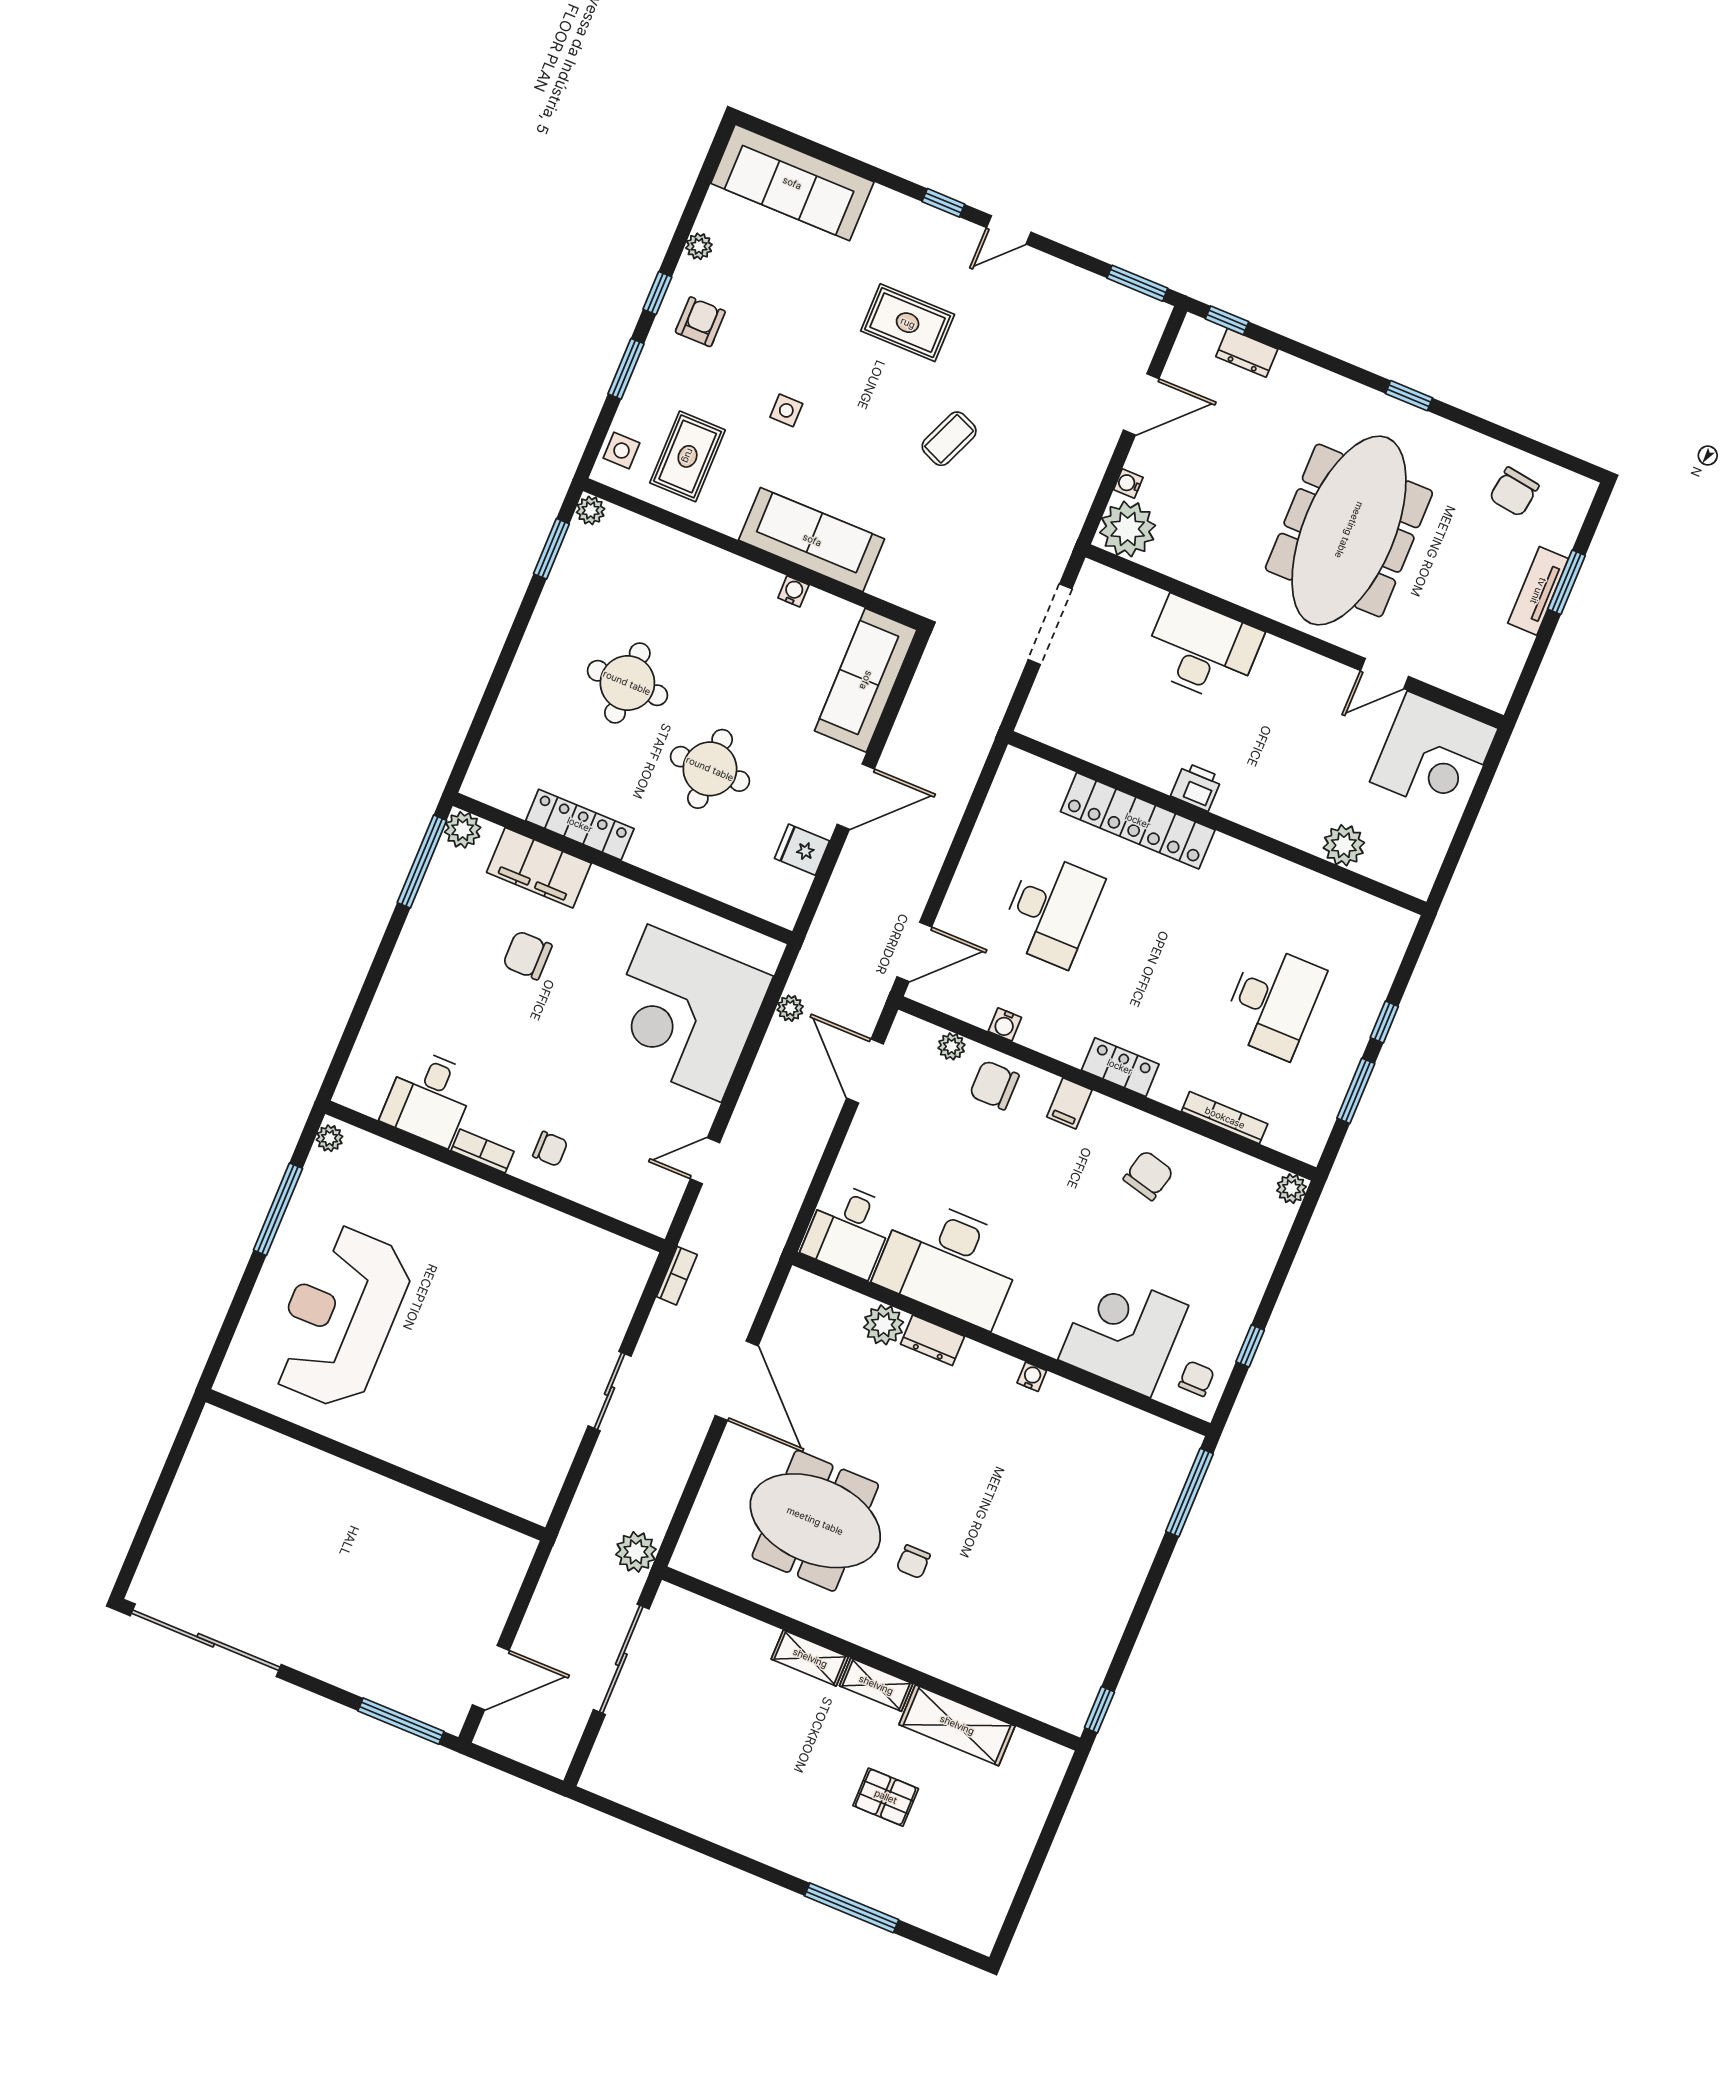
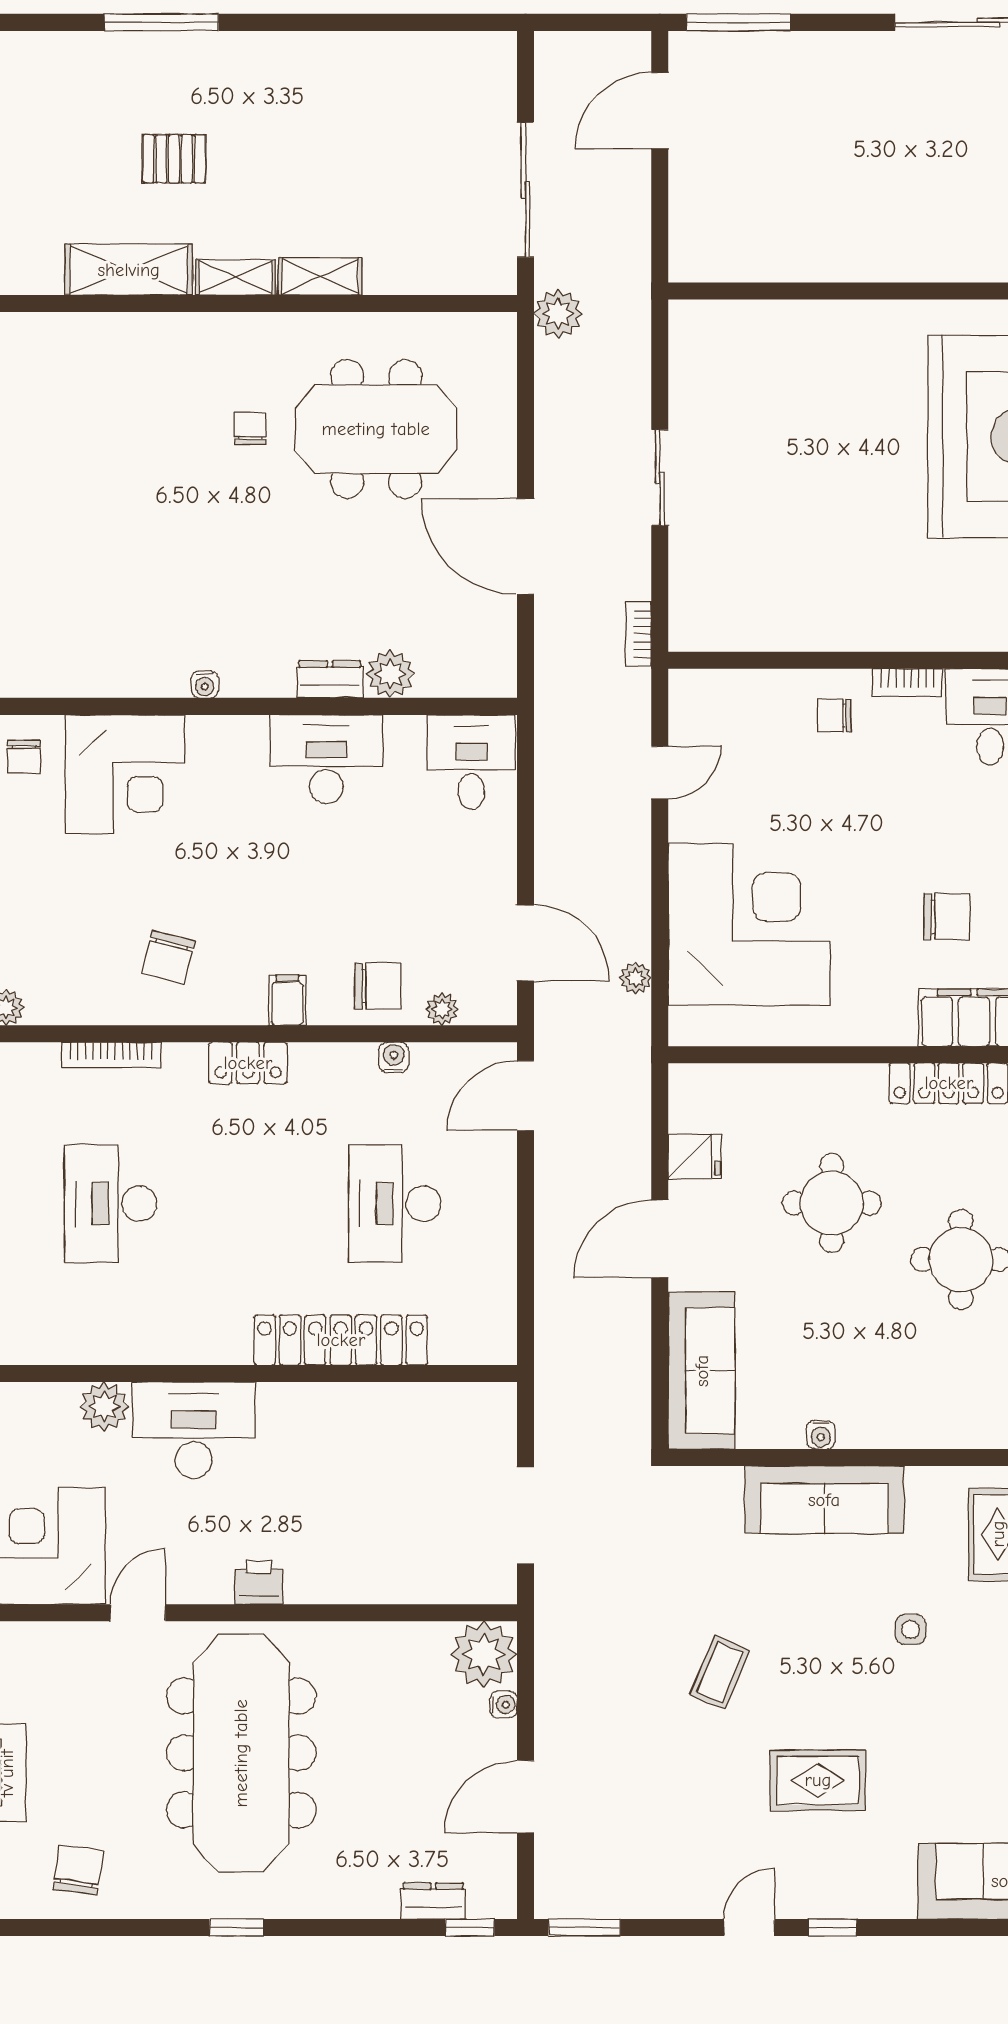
desk: (1202, 650) -> (194, 1430), moved, turned 180
printer: (1196, 787) -> (259, 1582), moved, turned 180
desk: (949, 1262) -> (326, 759), width x0.73, depth x0.77

